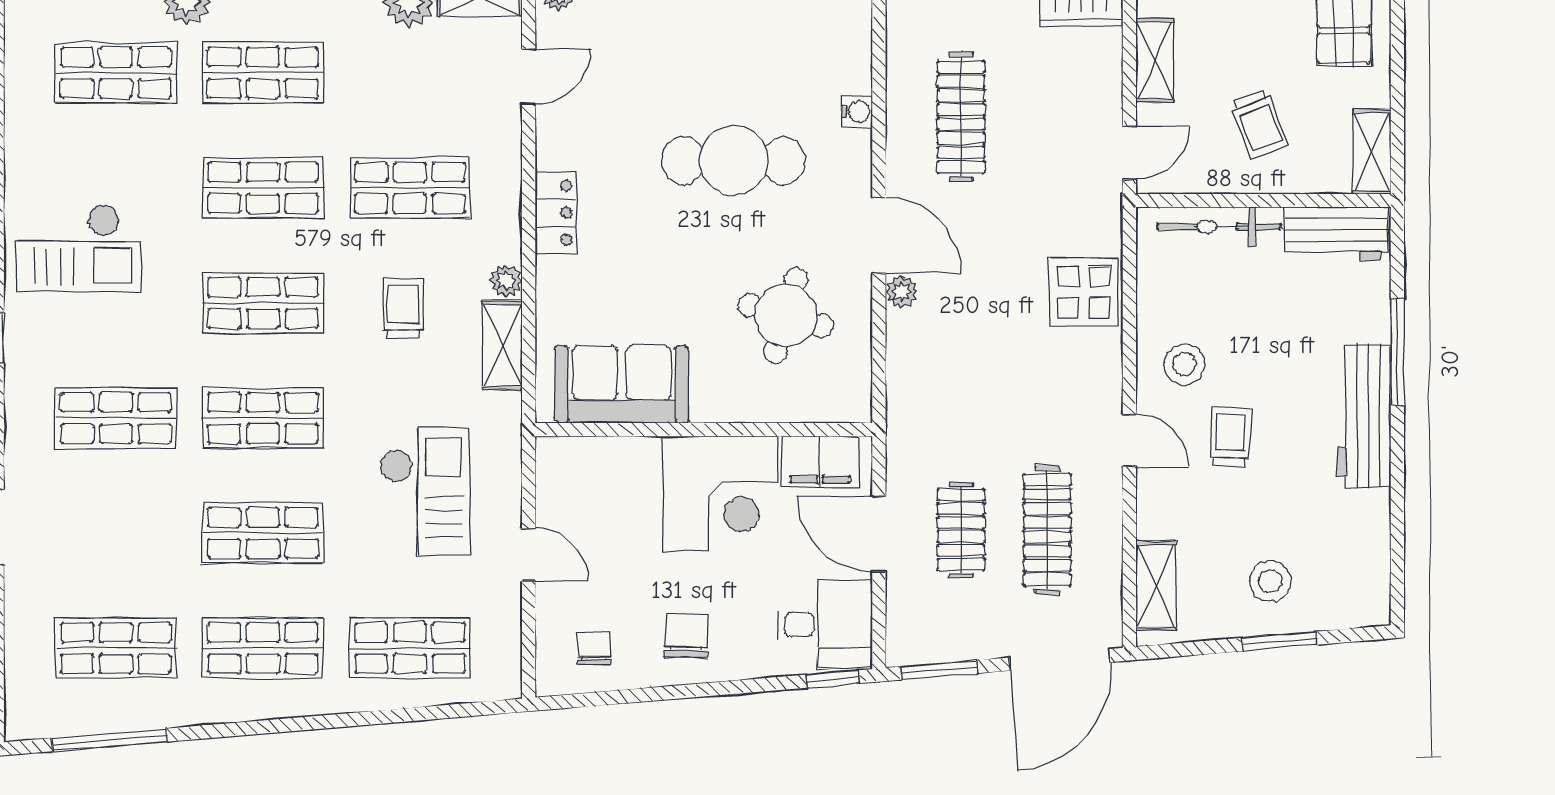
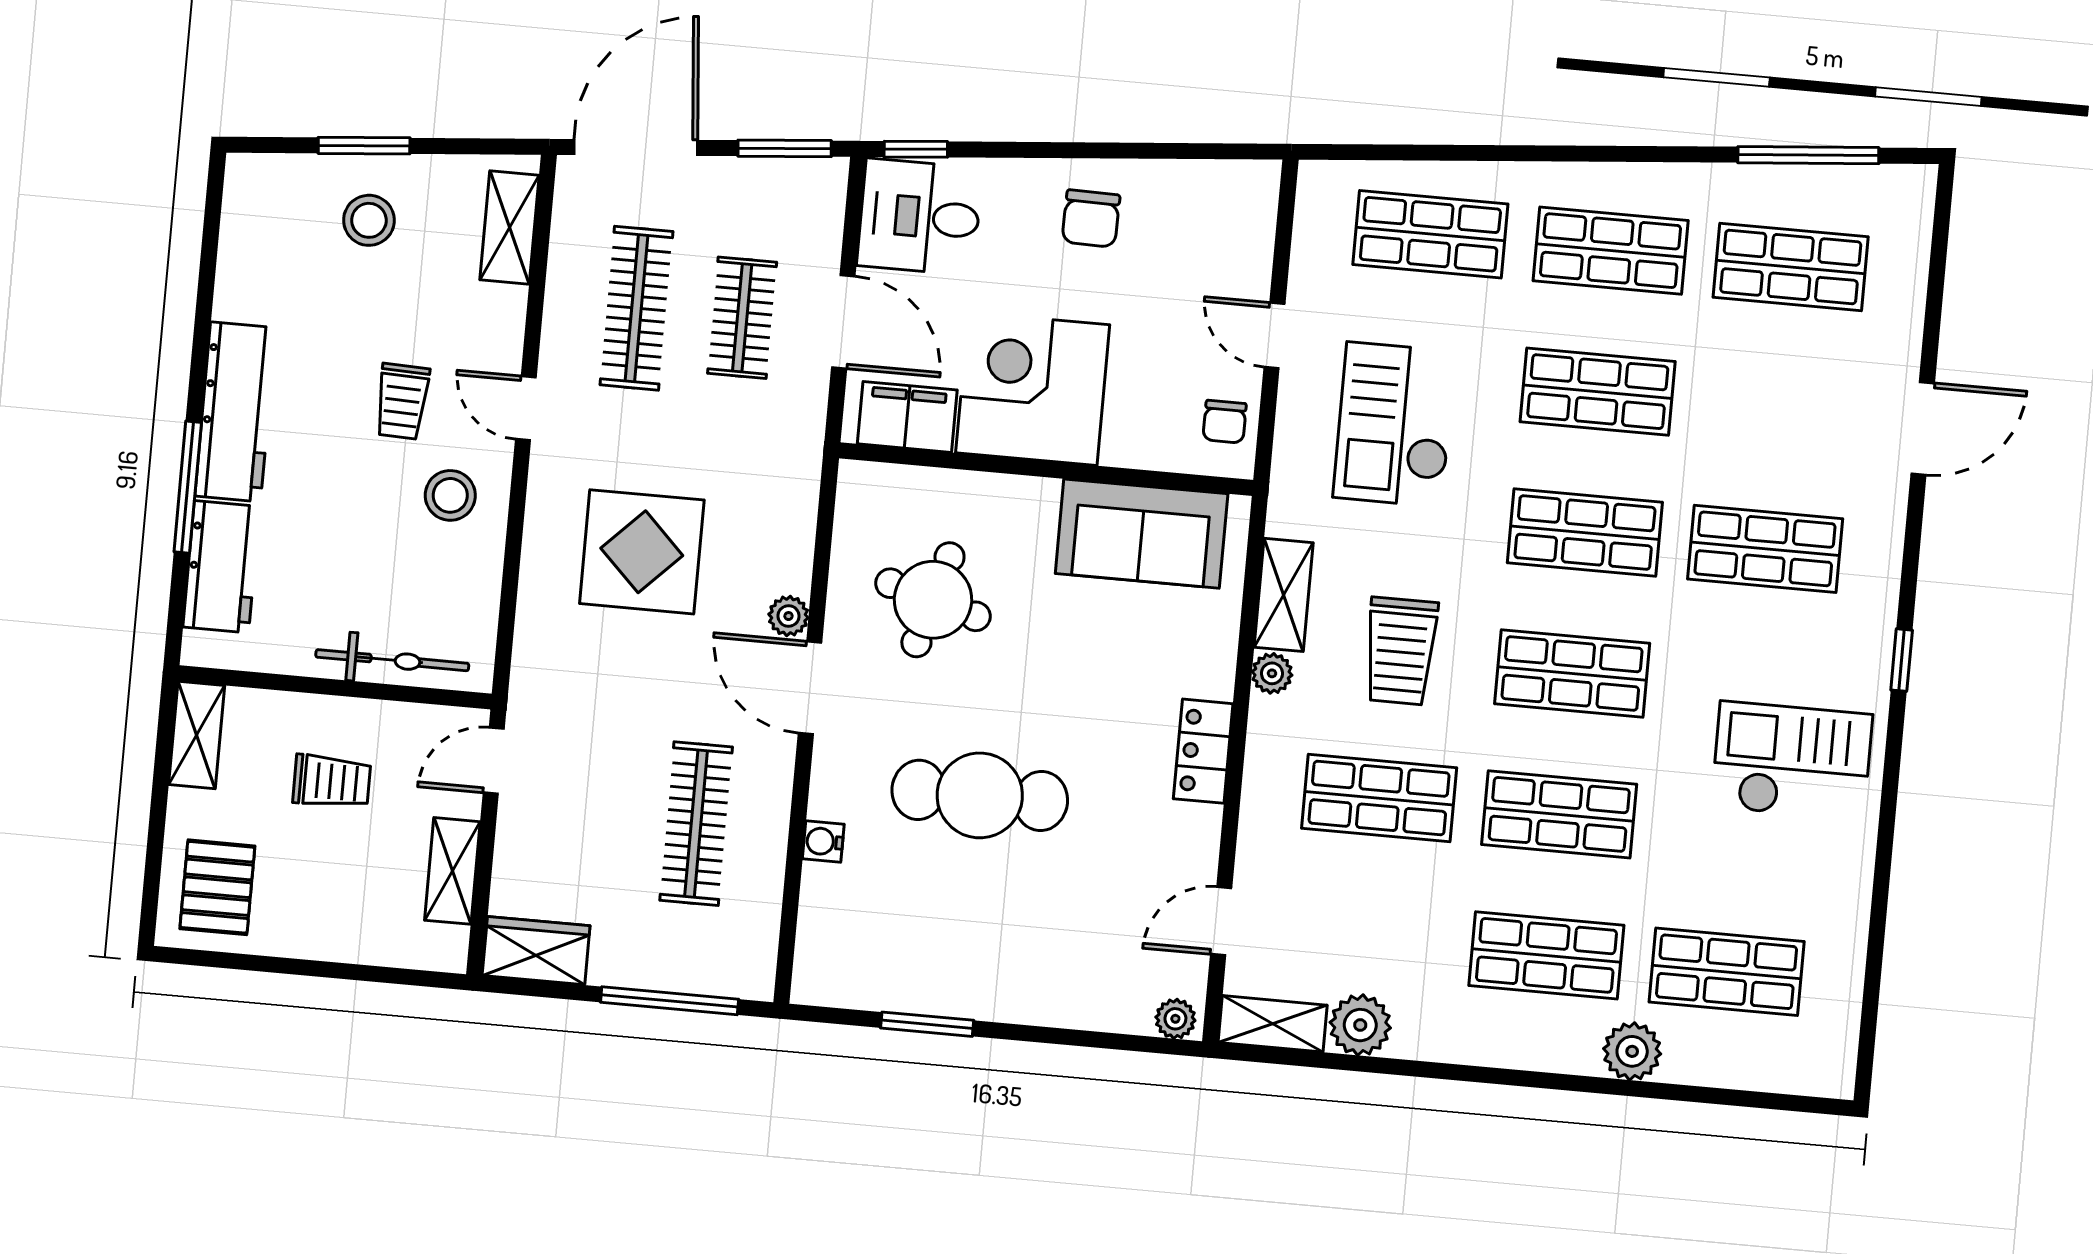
trolley: (1259, 124) -> (332, 781), turned 111
workbench: (1336, 234) -> (221, 567), moved, turned 90
display table: (1084, 292) -> (642, 552), moved, width x1.36, depth x1.36
trolley: (403, 308) -> (1401, 651), width x1.36, depth x1.39
chair: (594, 649) -> (1225, 422), moved

